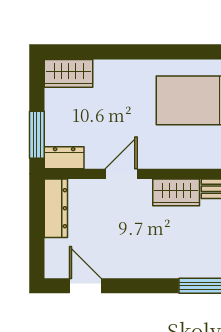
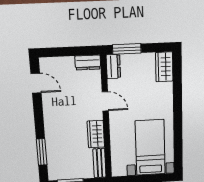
dresser: (56, 208) -> (88, 63), width x0.70
door: (85, 286) -> (36, 83), hinge flipped

